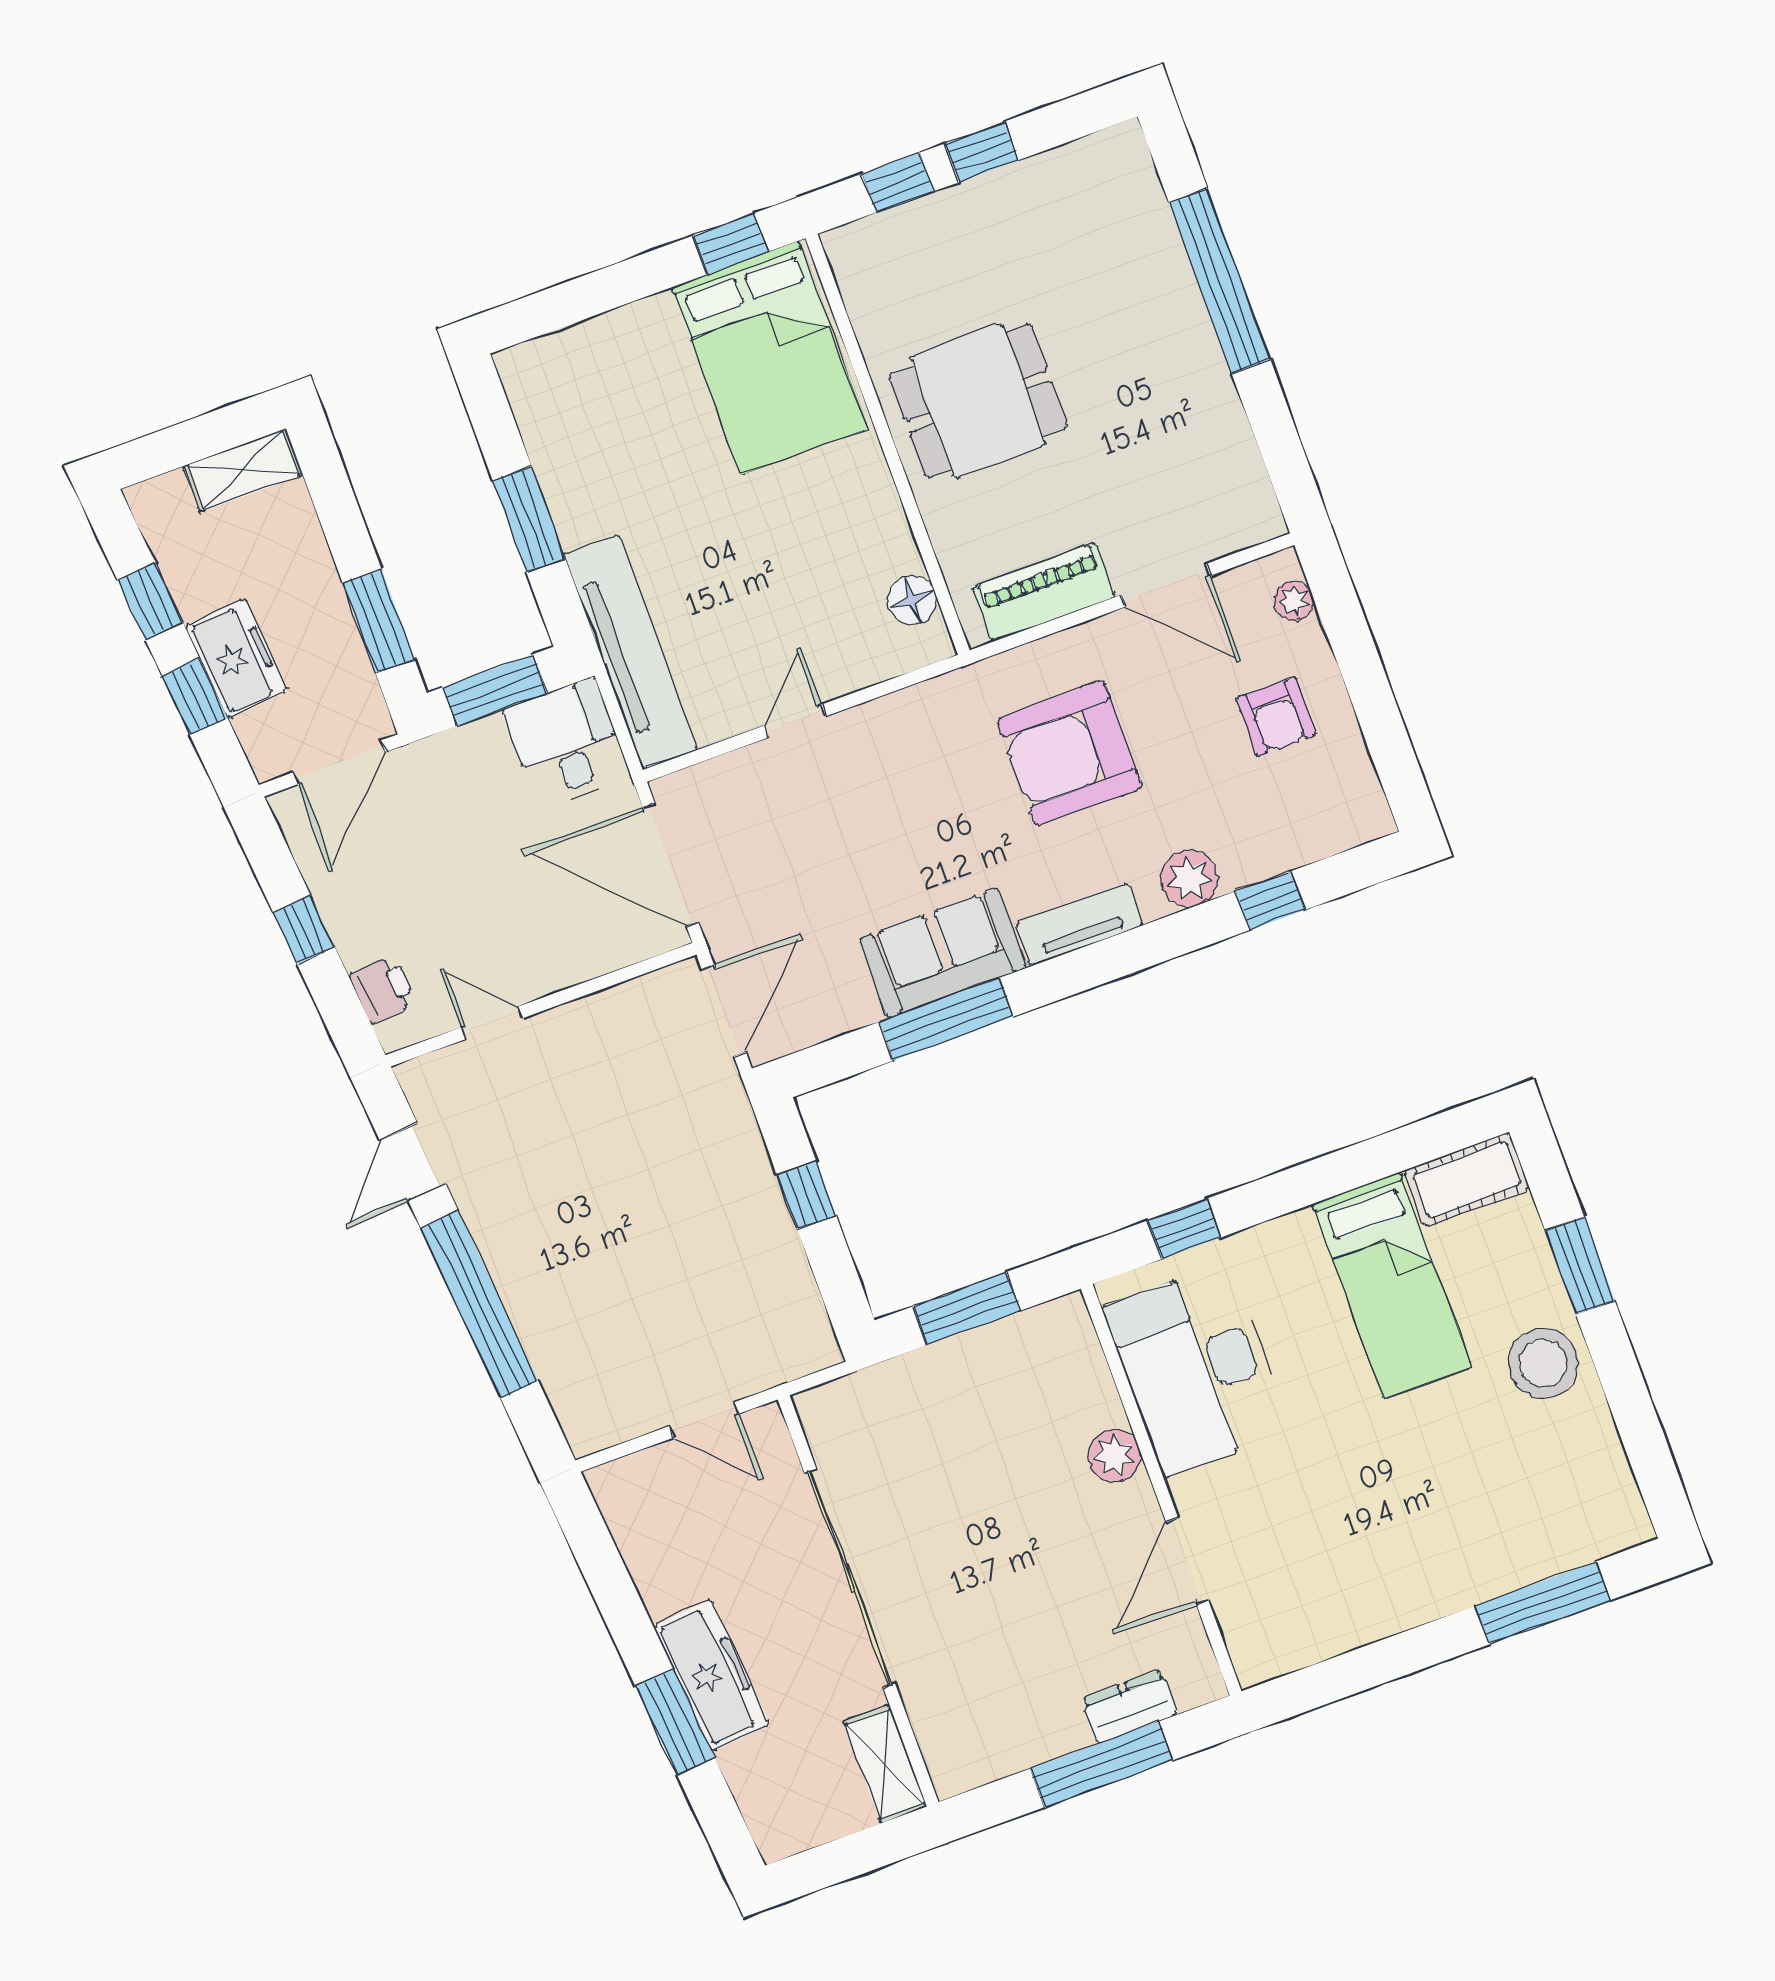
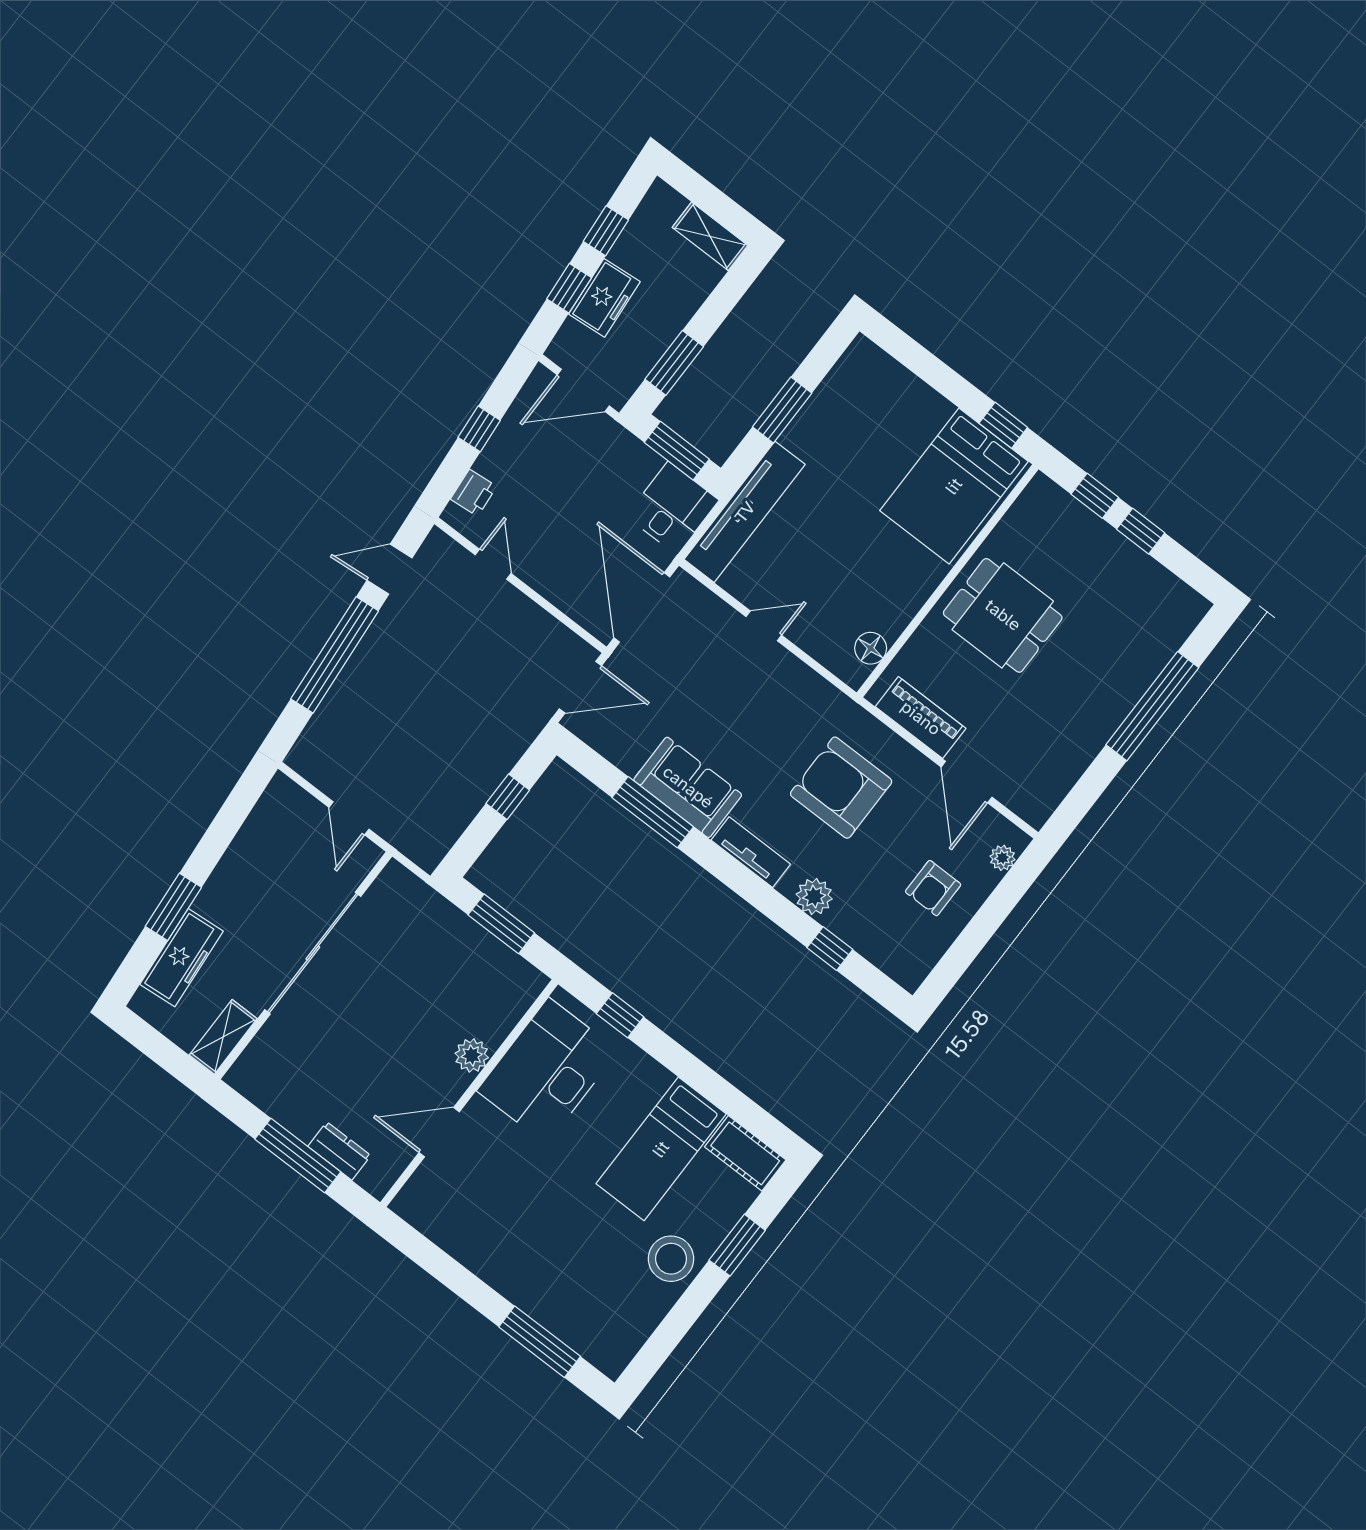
freezer: (711, 1675) -> (182, 958), moved

